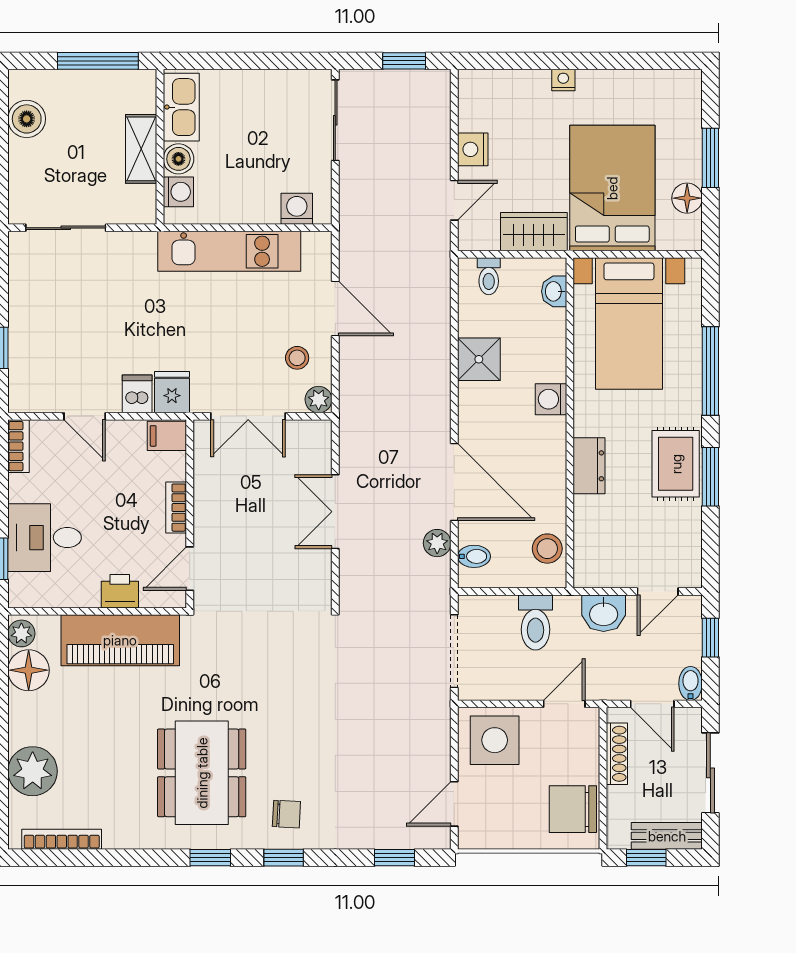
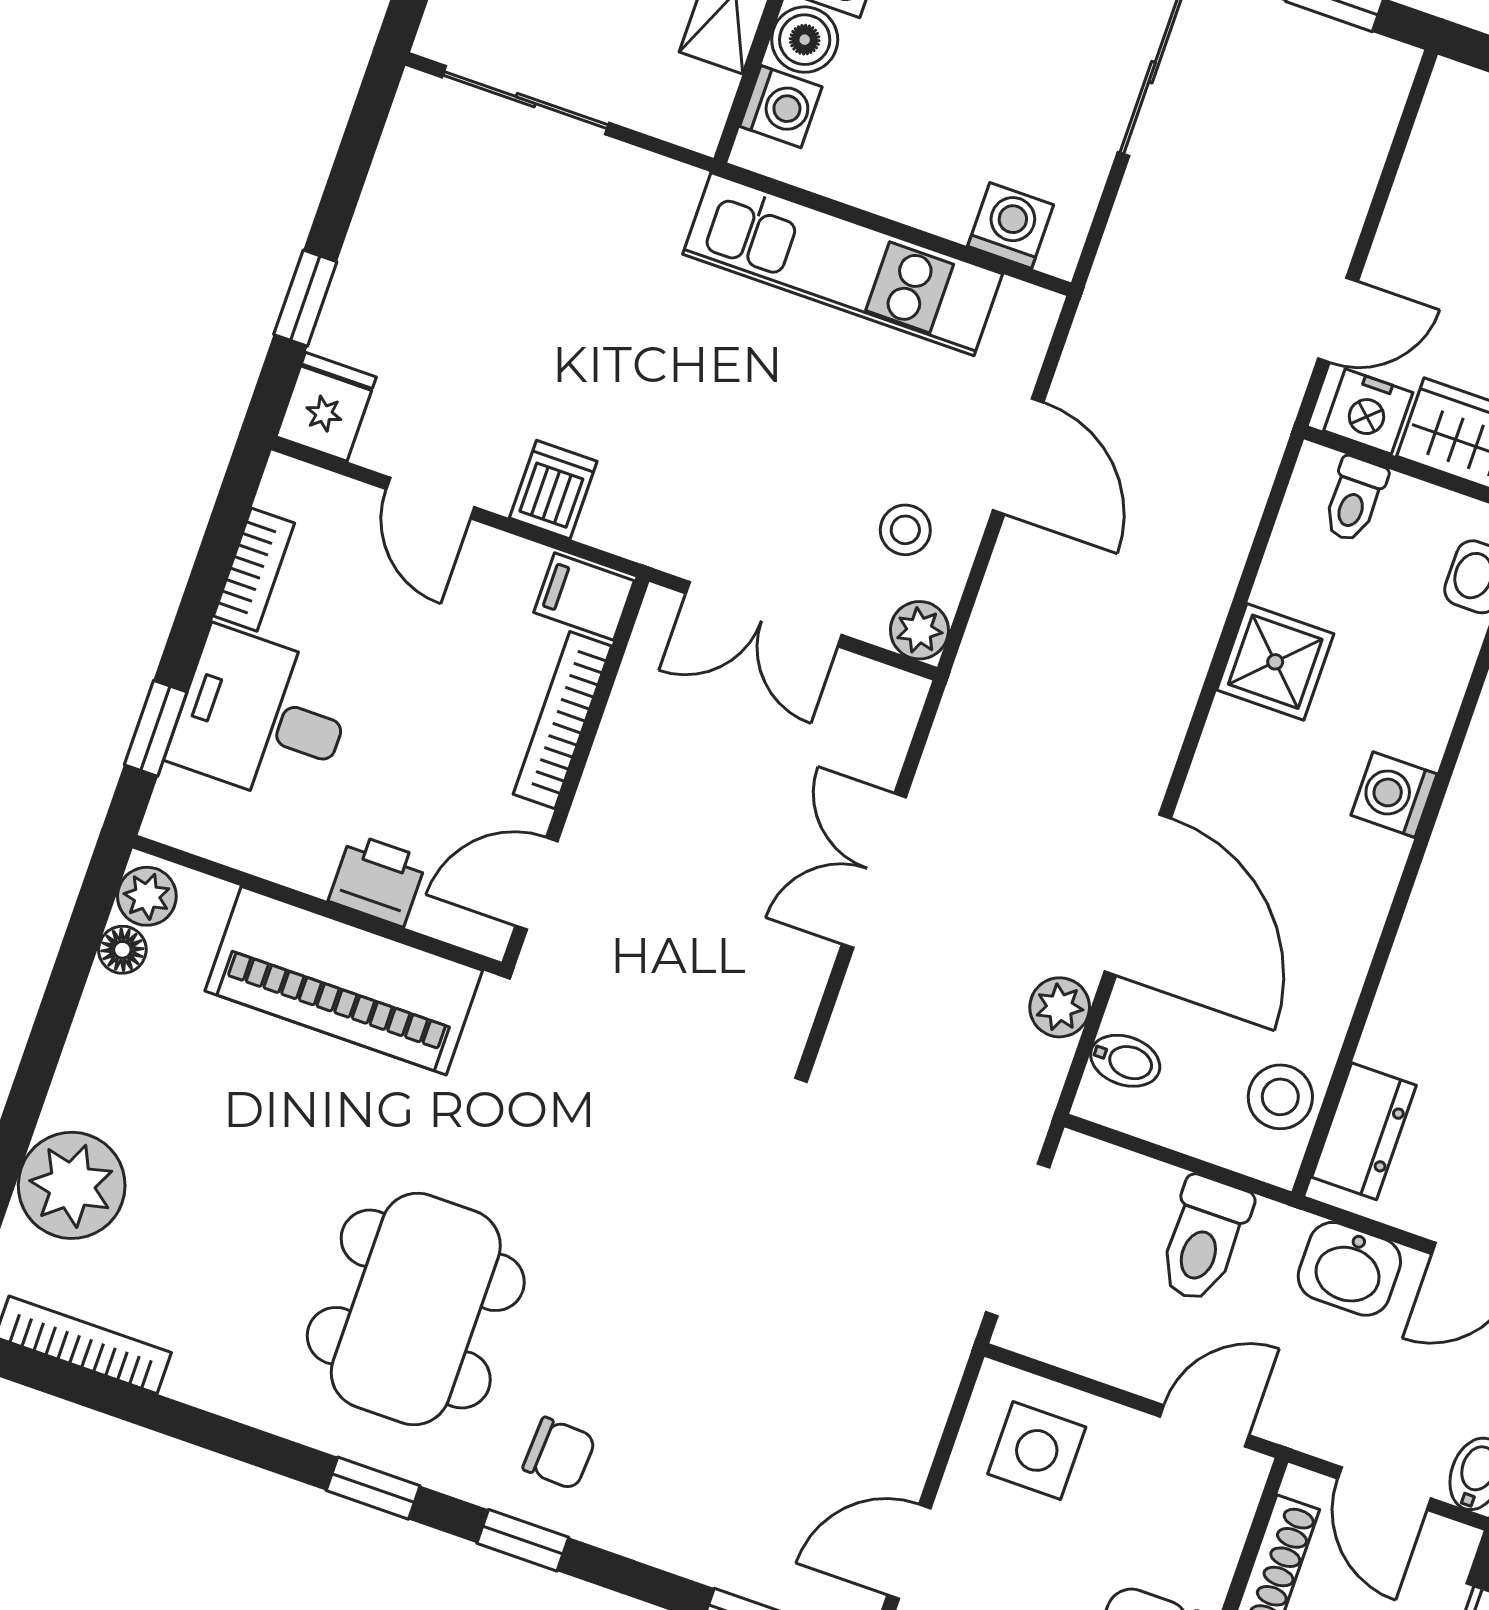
nightstand: (473, 149) -> (1368, 412), moved, turned -90
fridge: (172, 392) -> (326, 407), moved
bookcase: (19, 446) -> (254, 570), moved
dresser: (589, 466) -> (1364, 1131), moved
bookcase: (176, 508) -> (562, 720), width x1.56
floor lamp: (29, 670) -> (122, 950), width x0.53, depth x0.53
side table: (495, 740) -> (1037, 1450), width x0.73, depth x0.73

